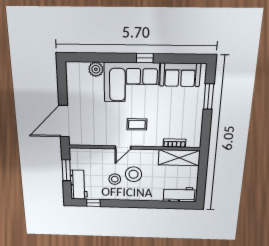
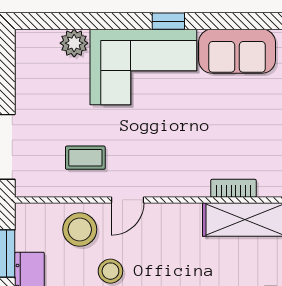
coffee table: (137, 124) -> (85, 158), moved
stool: (134, 174) -> (80, 230), moved

